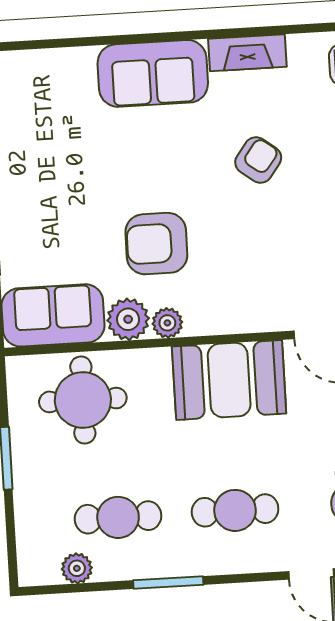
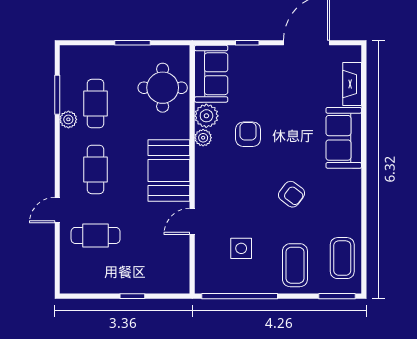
fireplace: (247, 53) -> (352, 84), moved
armchair: (156, 244) -> (248, 134), width x0.72, depth x0.72
plant: (77, 568) -> (68, 119), moved
window: (168, 583) -> (57, 95), moved

